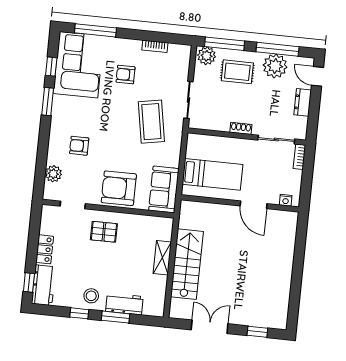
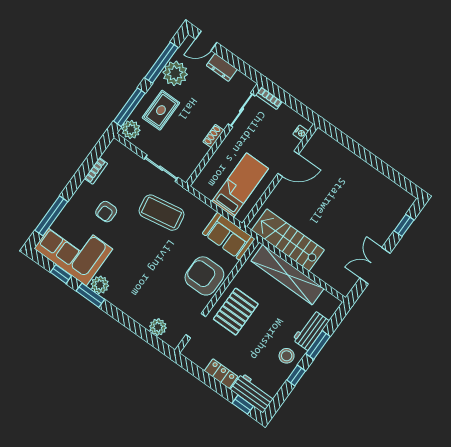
plant: (61, 105) -> (100, 285), added
armchair: (79, 146) -> (146, 290), removed
armchair: (119, 188) -> (204, 276), turned 90
pallet: (104, 232) -> (236, 312), width x1.50, depth x1.42
shelving: (162, 258) -> (287, 275), width x2.20, depth x1.33
stairs: (187, 264) -> (288, 240), moved

